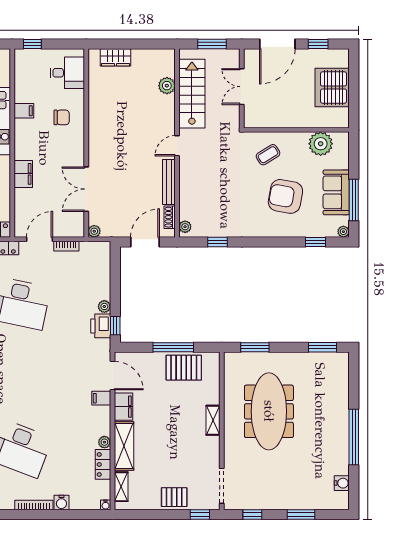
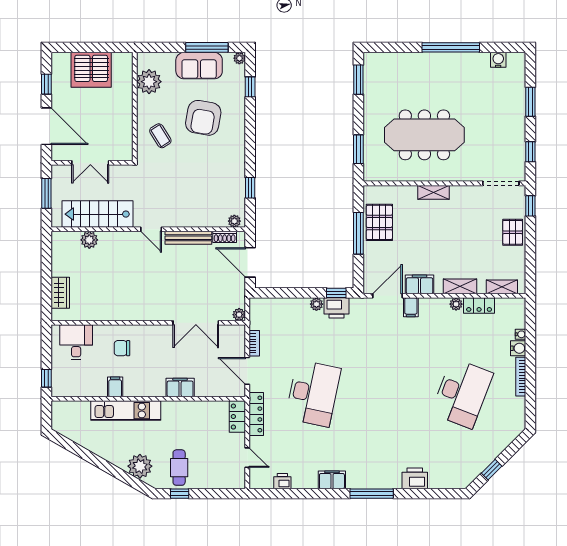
chair: (62, 117) -> (122, 348), turned -90
shelving: (124, 446) -> (460, 286), width x0.67, depth x0.75
water cooler: (106, 505) -> (521, 334), moved

